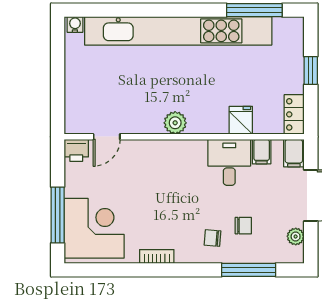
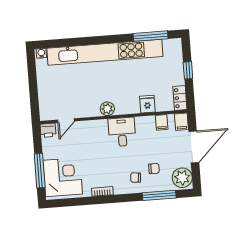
desk: (229, 162) -> (122, 132), moved
plant: (296, 236) -> (182, 178), width x1.88, depth x1.88

